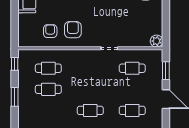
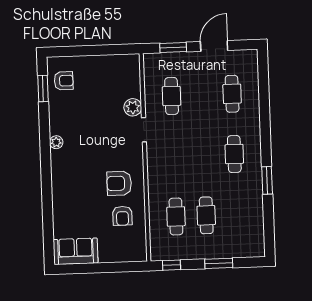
armchair: (50, 31) -> (122, 216), turned -90
plant: (157, 41) -> (133, 107), moved

